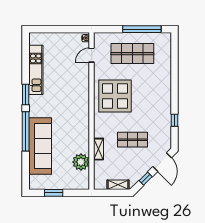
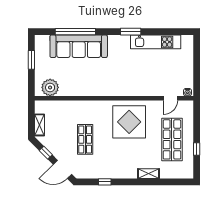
window: (142, 29) -> (197, 149), width x0.32
door: (92, 55) -> (170, 98), swing flipped
window: (26, 131) -> (75, 32), moved
shelving: (99, 149) -> (149, 174), moved
plant: (81, 162) -> (50, 87), moved

